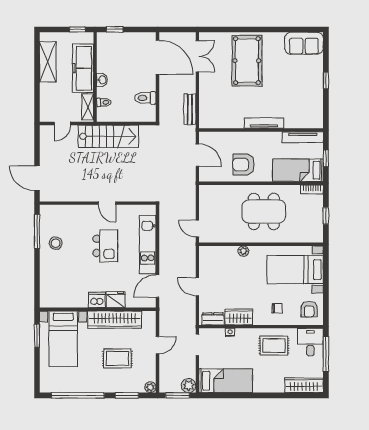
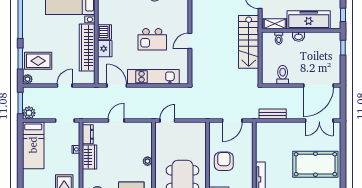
door: (158, 345) -> (65, 85), swing flipped
rug: (117, 358) -> (38, 61), moved, turned 90

